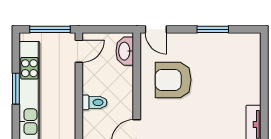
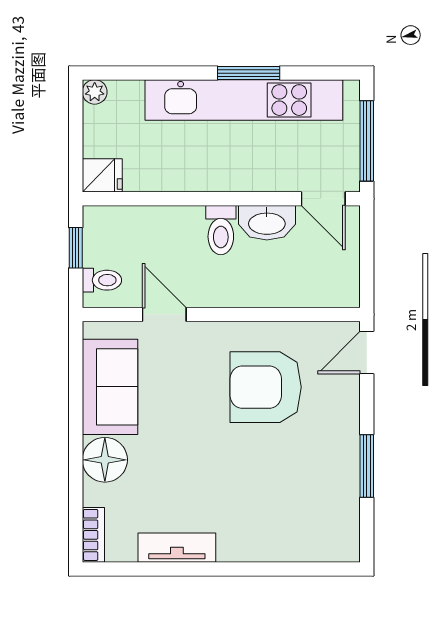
washbasin: (125, 51) -> (267, 223), moved, turned 180
armchair: (173, 80) -> (266, 387), turned -90

